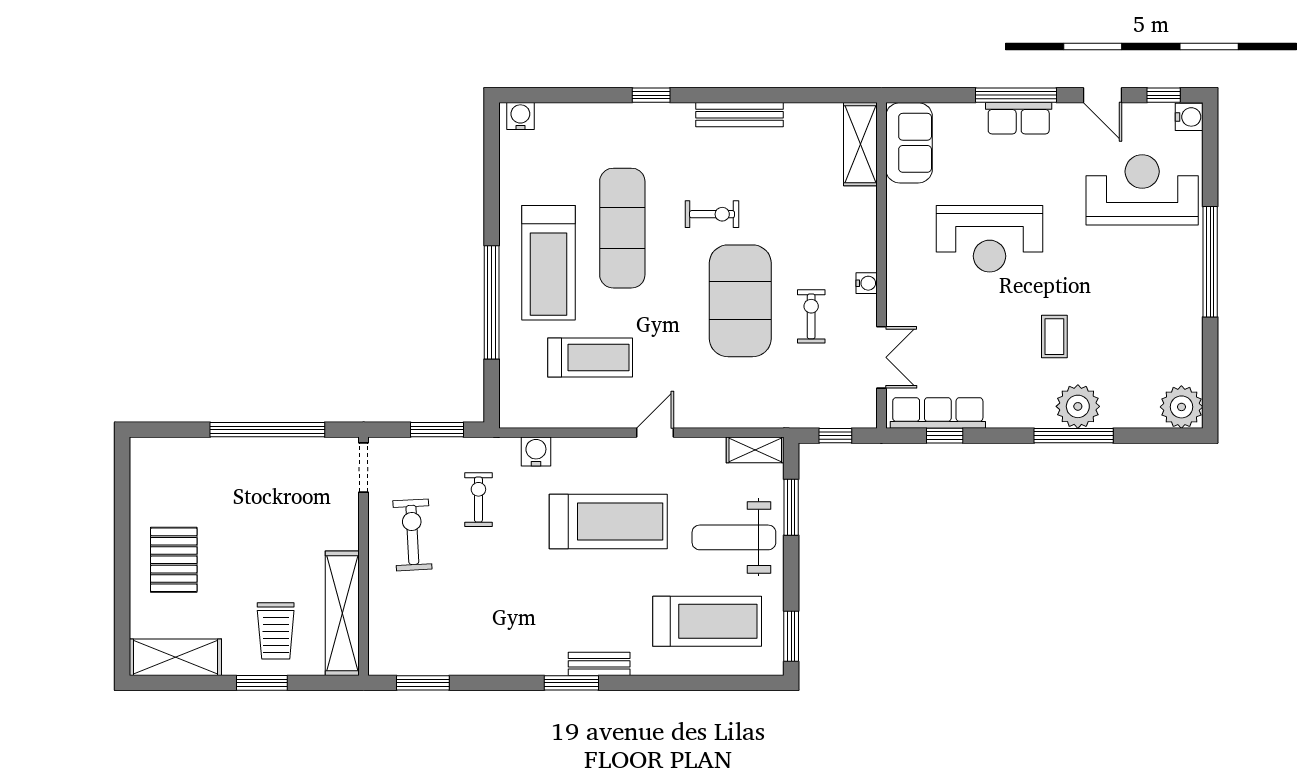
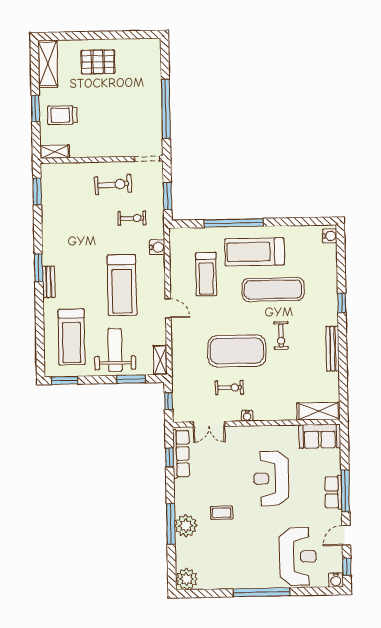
shelving: (342, 613) -> (55, 152), width x0.45, depth x0.75

